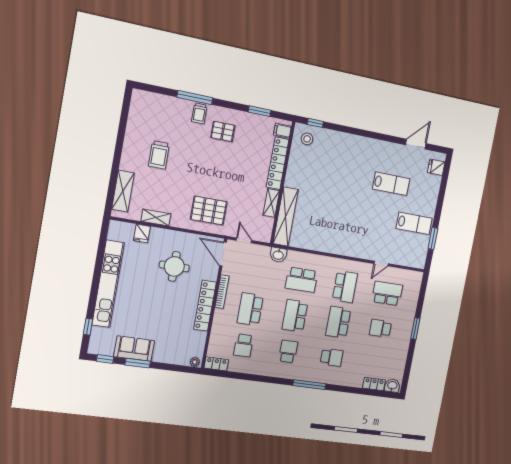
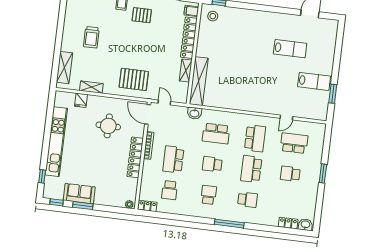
fridge: (436, 167) -> (330, 32), removed
school desk: (295, 316) -> (212, 164), width x0.54

